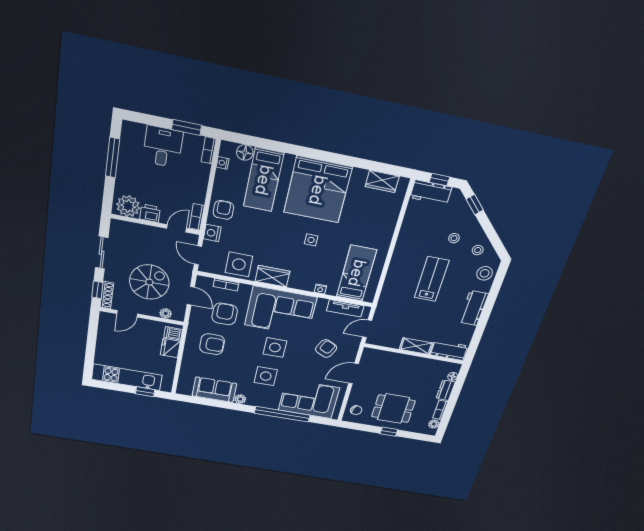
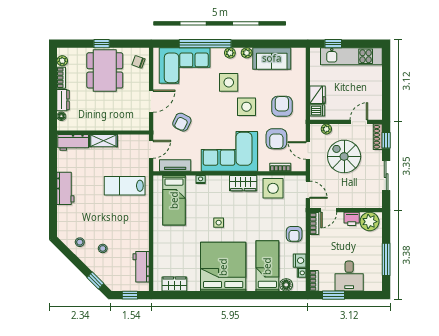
workbench: (431, 192) -> (141, 267), moved, turned -90
nightstand: (212, 233) -> (300, 261), moved
stool: (485, 273) -> (67, 223), removed
lab bench: (432, 279) -> (125, 186), moved, turned 90
spiral stairs: (149, 282) -> (344, 156), turned 90
armchair: (212, 344) -> (282, 106), turned 90
side table: (275, 347) -> (246, 107), moved
plant: (258, 402) -> (230, 53), added
dining table: (393, 409) -> (105, 70), width x1.38

